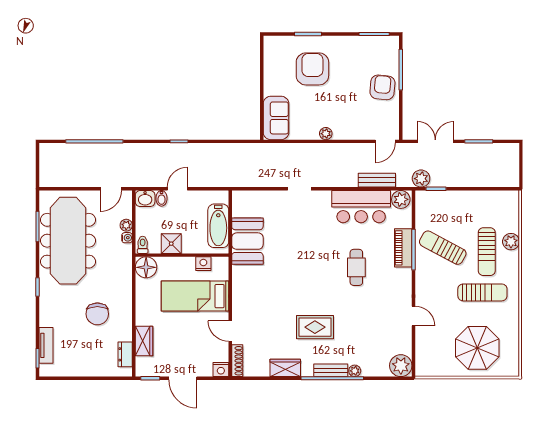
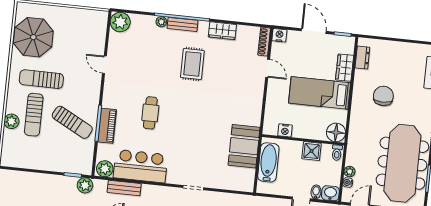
water cooler: (127, 238) -> (348, 182), moved
sun lounger: (487, 252) -> (34, 115), turned 180
bed: (195, 296) -> (320, 93), moved, turned 180
rug: (315, 327) -> (192, 64), turned 90
parasol: (477, 348) -> (33, 37), moved

